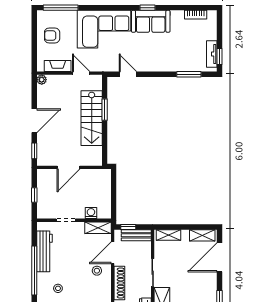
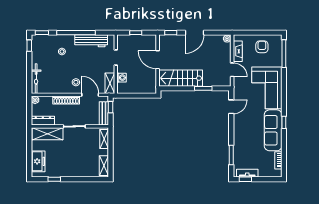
sofa: (151, 21) -> (273, 130), width x1.36
door: (81, 73) -> (232, 70), hinge flipped
stairs: (92, 118) -> (181, 78), moved
door: (34, 121) -> (194, 33), hinge flipped
door: (219, 257) -> (86, 179), removed

